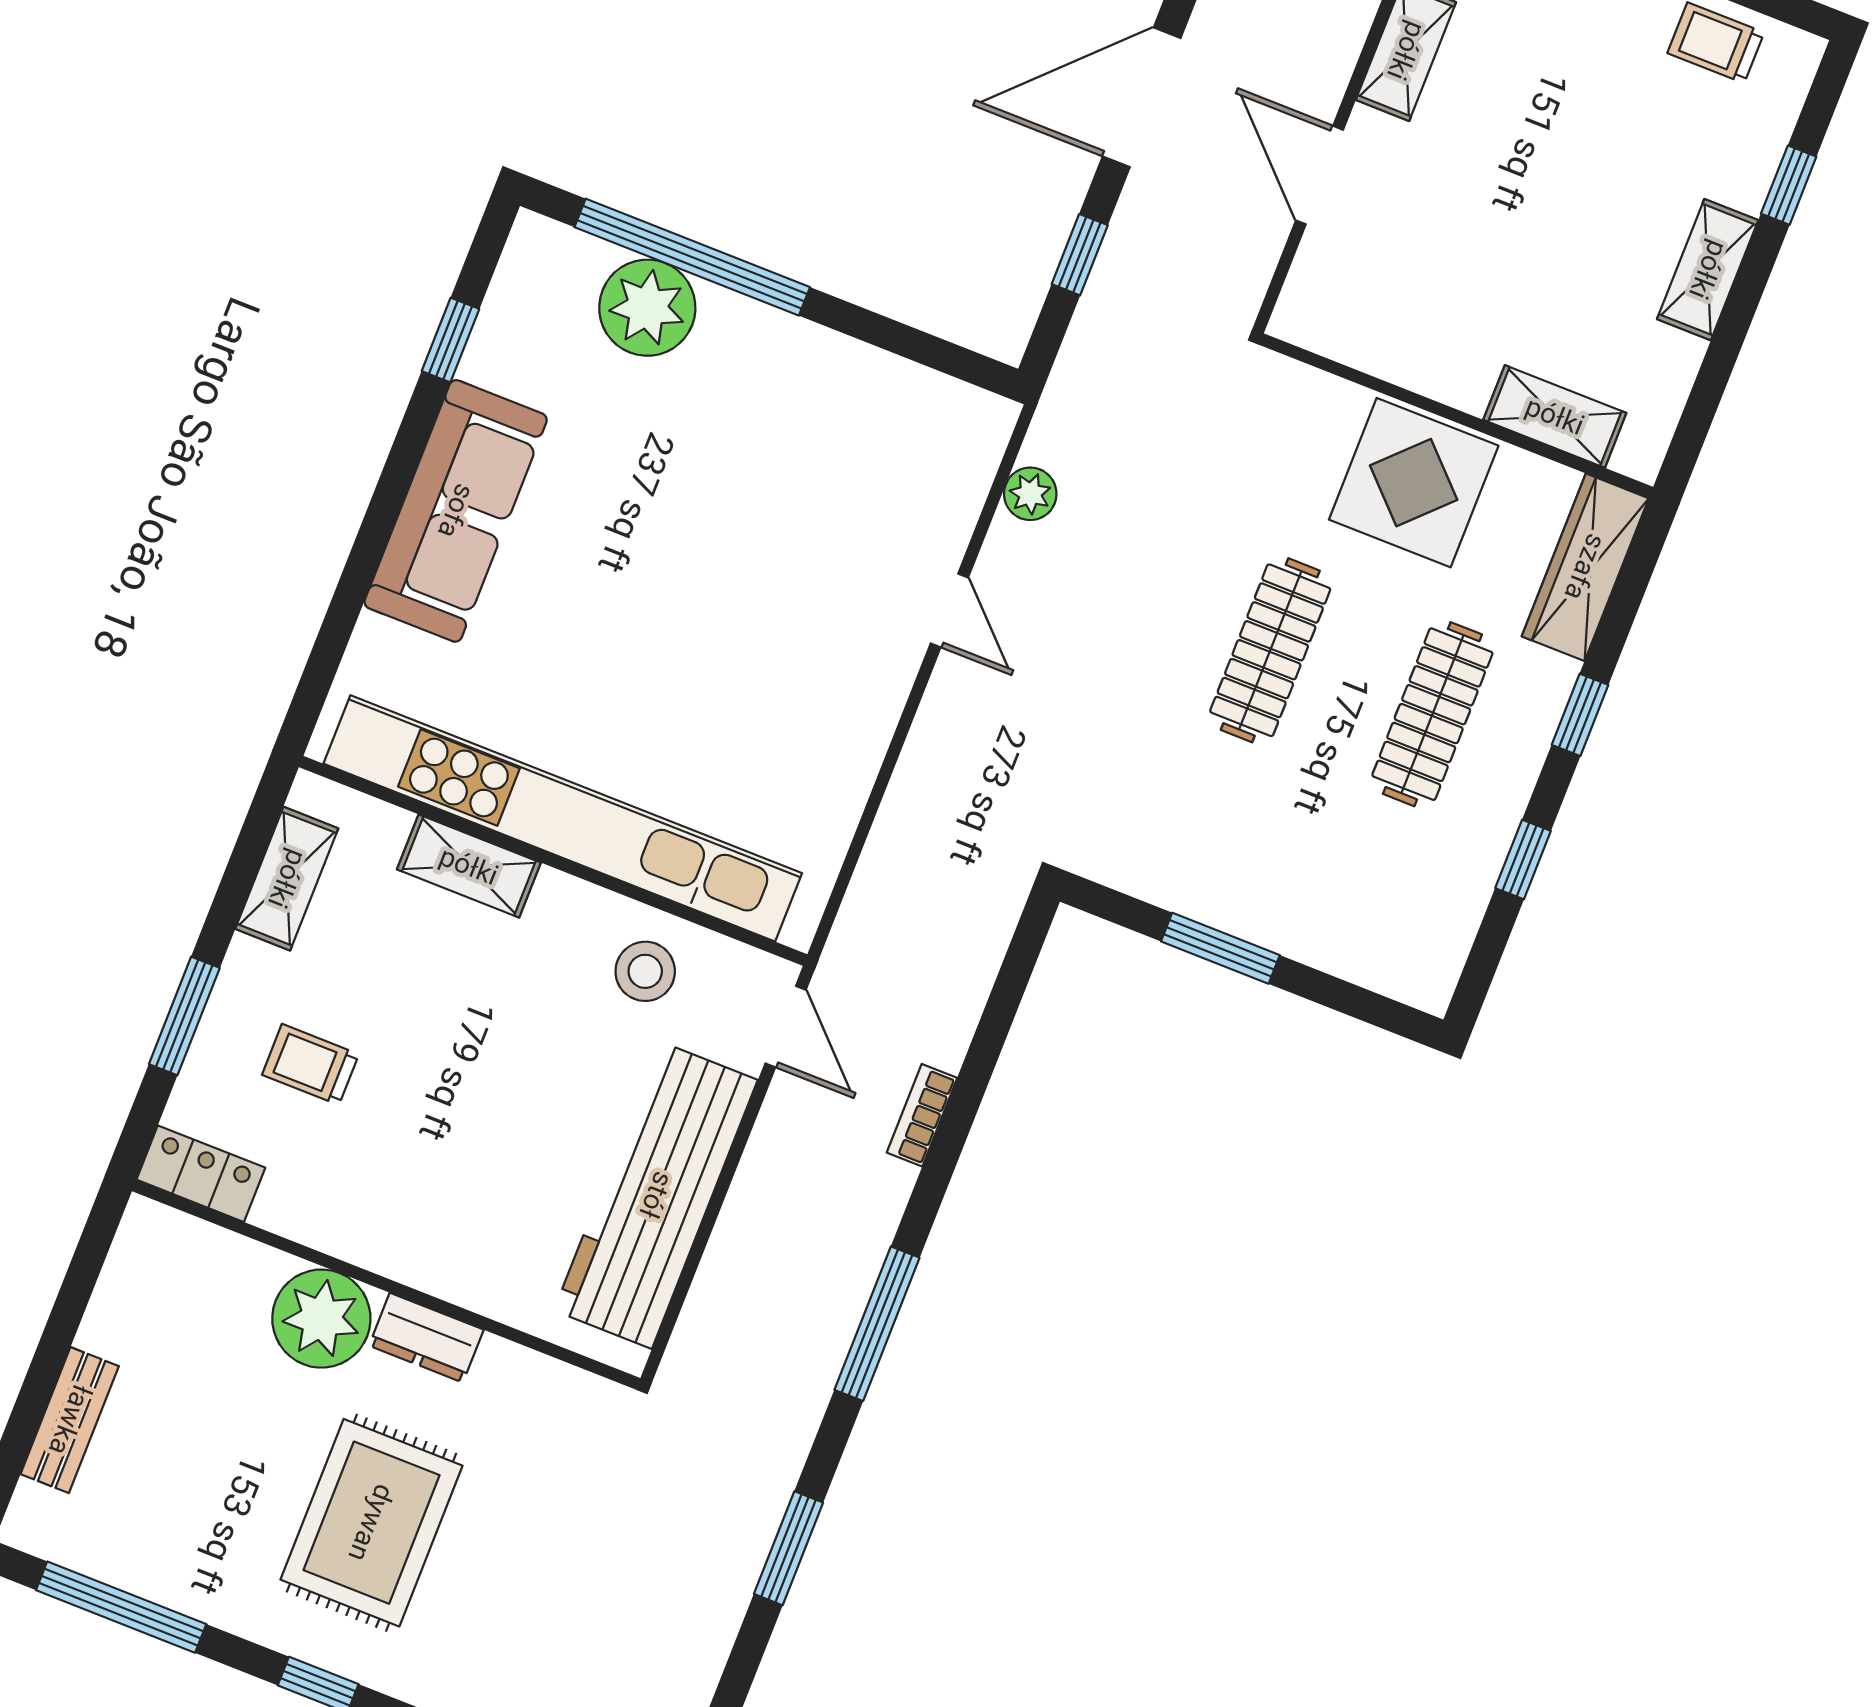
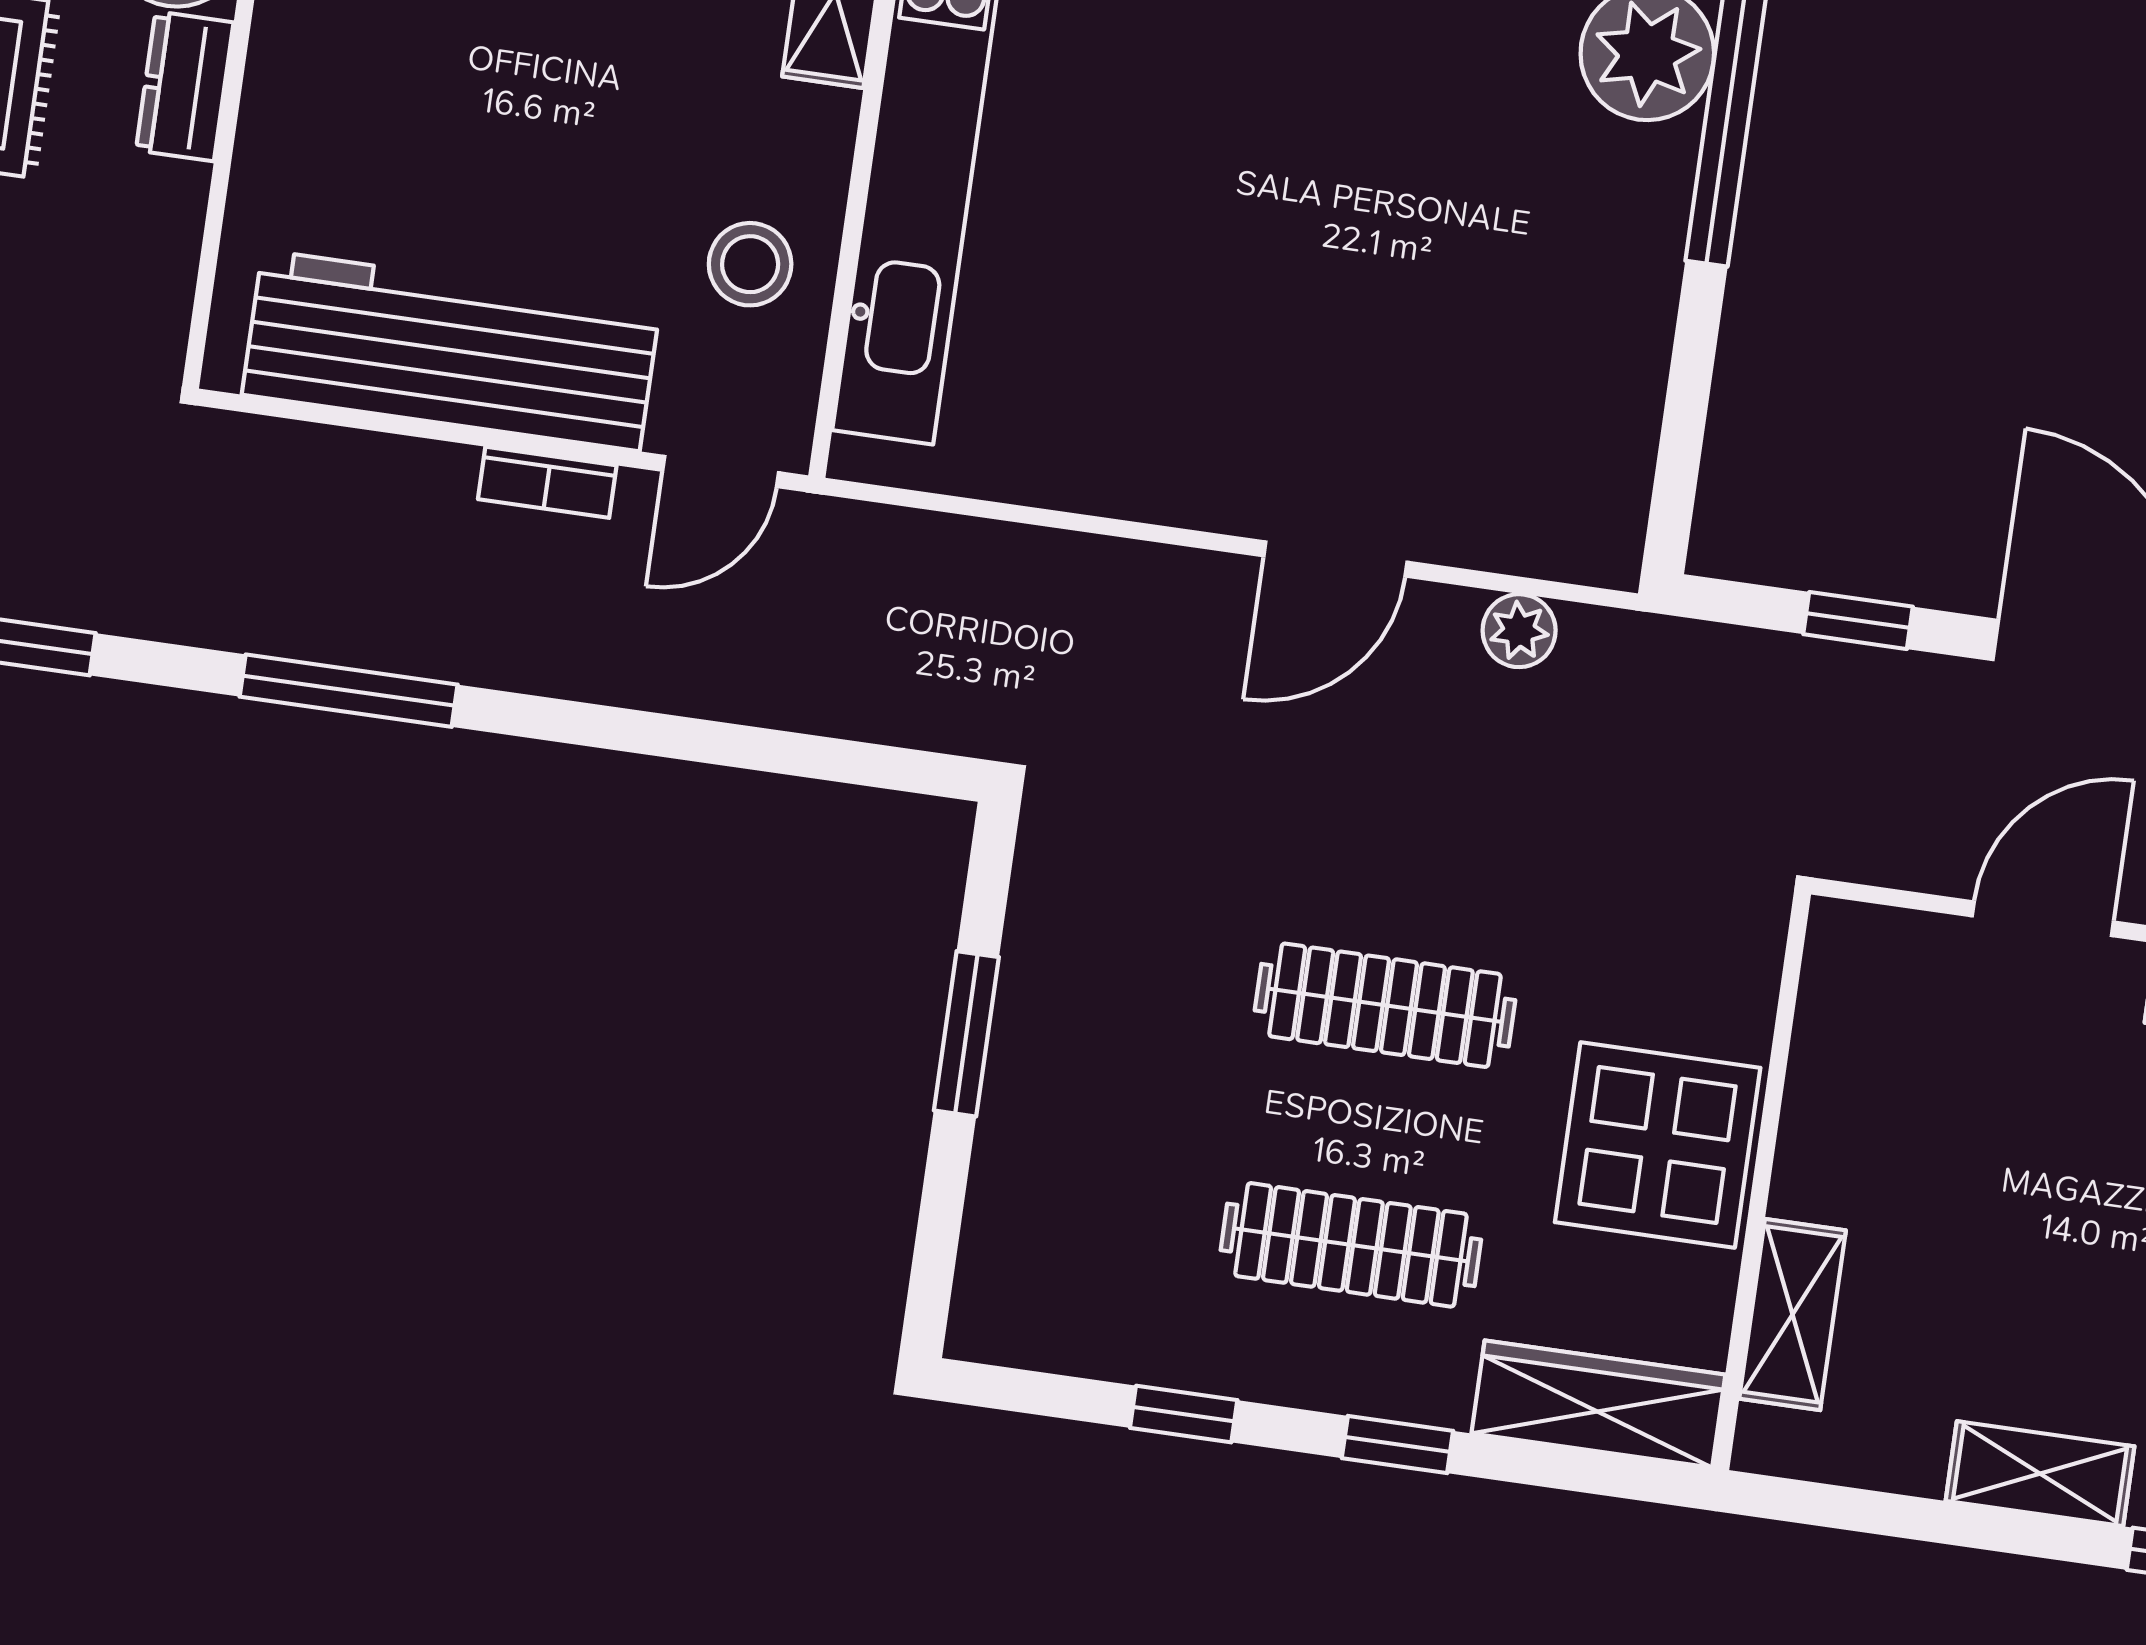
door: (949, 610) -> (1335, 559), width x1.37
bookcase: (922, 1115) -> (547, 482), moved, turned 180

